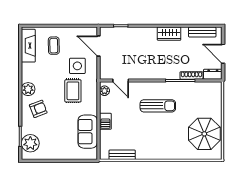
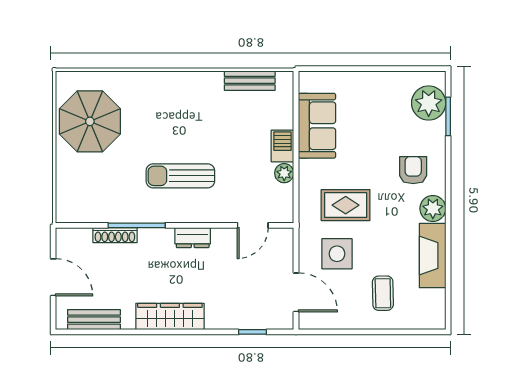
wardrobe: (169, 34) -> (170, 316), width x1.50
fireplace: (28, 46) -> (433, 256), moved
dresser: (213, 74) -> (193, 238), moved
door: (121, 80) -> (253, 225), swing flipped
rug: (73, 91) -> (346, 205), turned 90
plant: (104, 91) -> (284, 173), moved
armchair: (38, 109) -> (413, 170), turned 111

